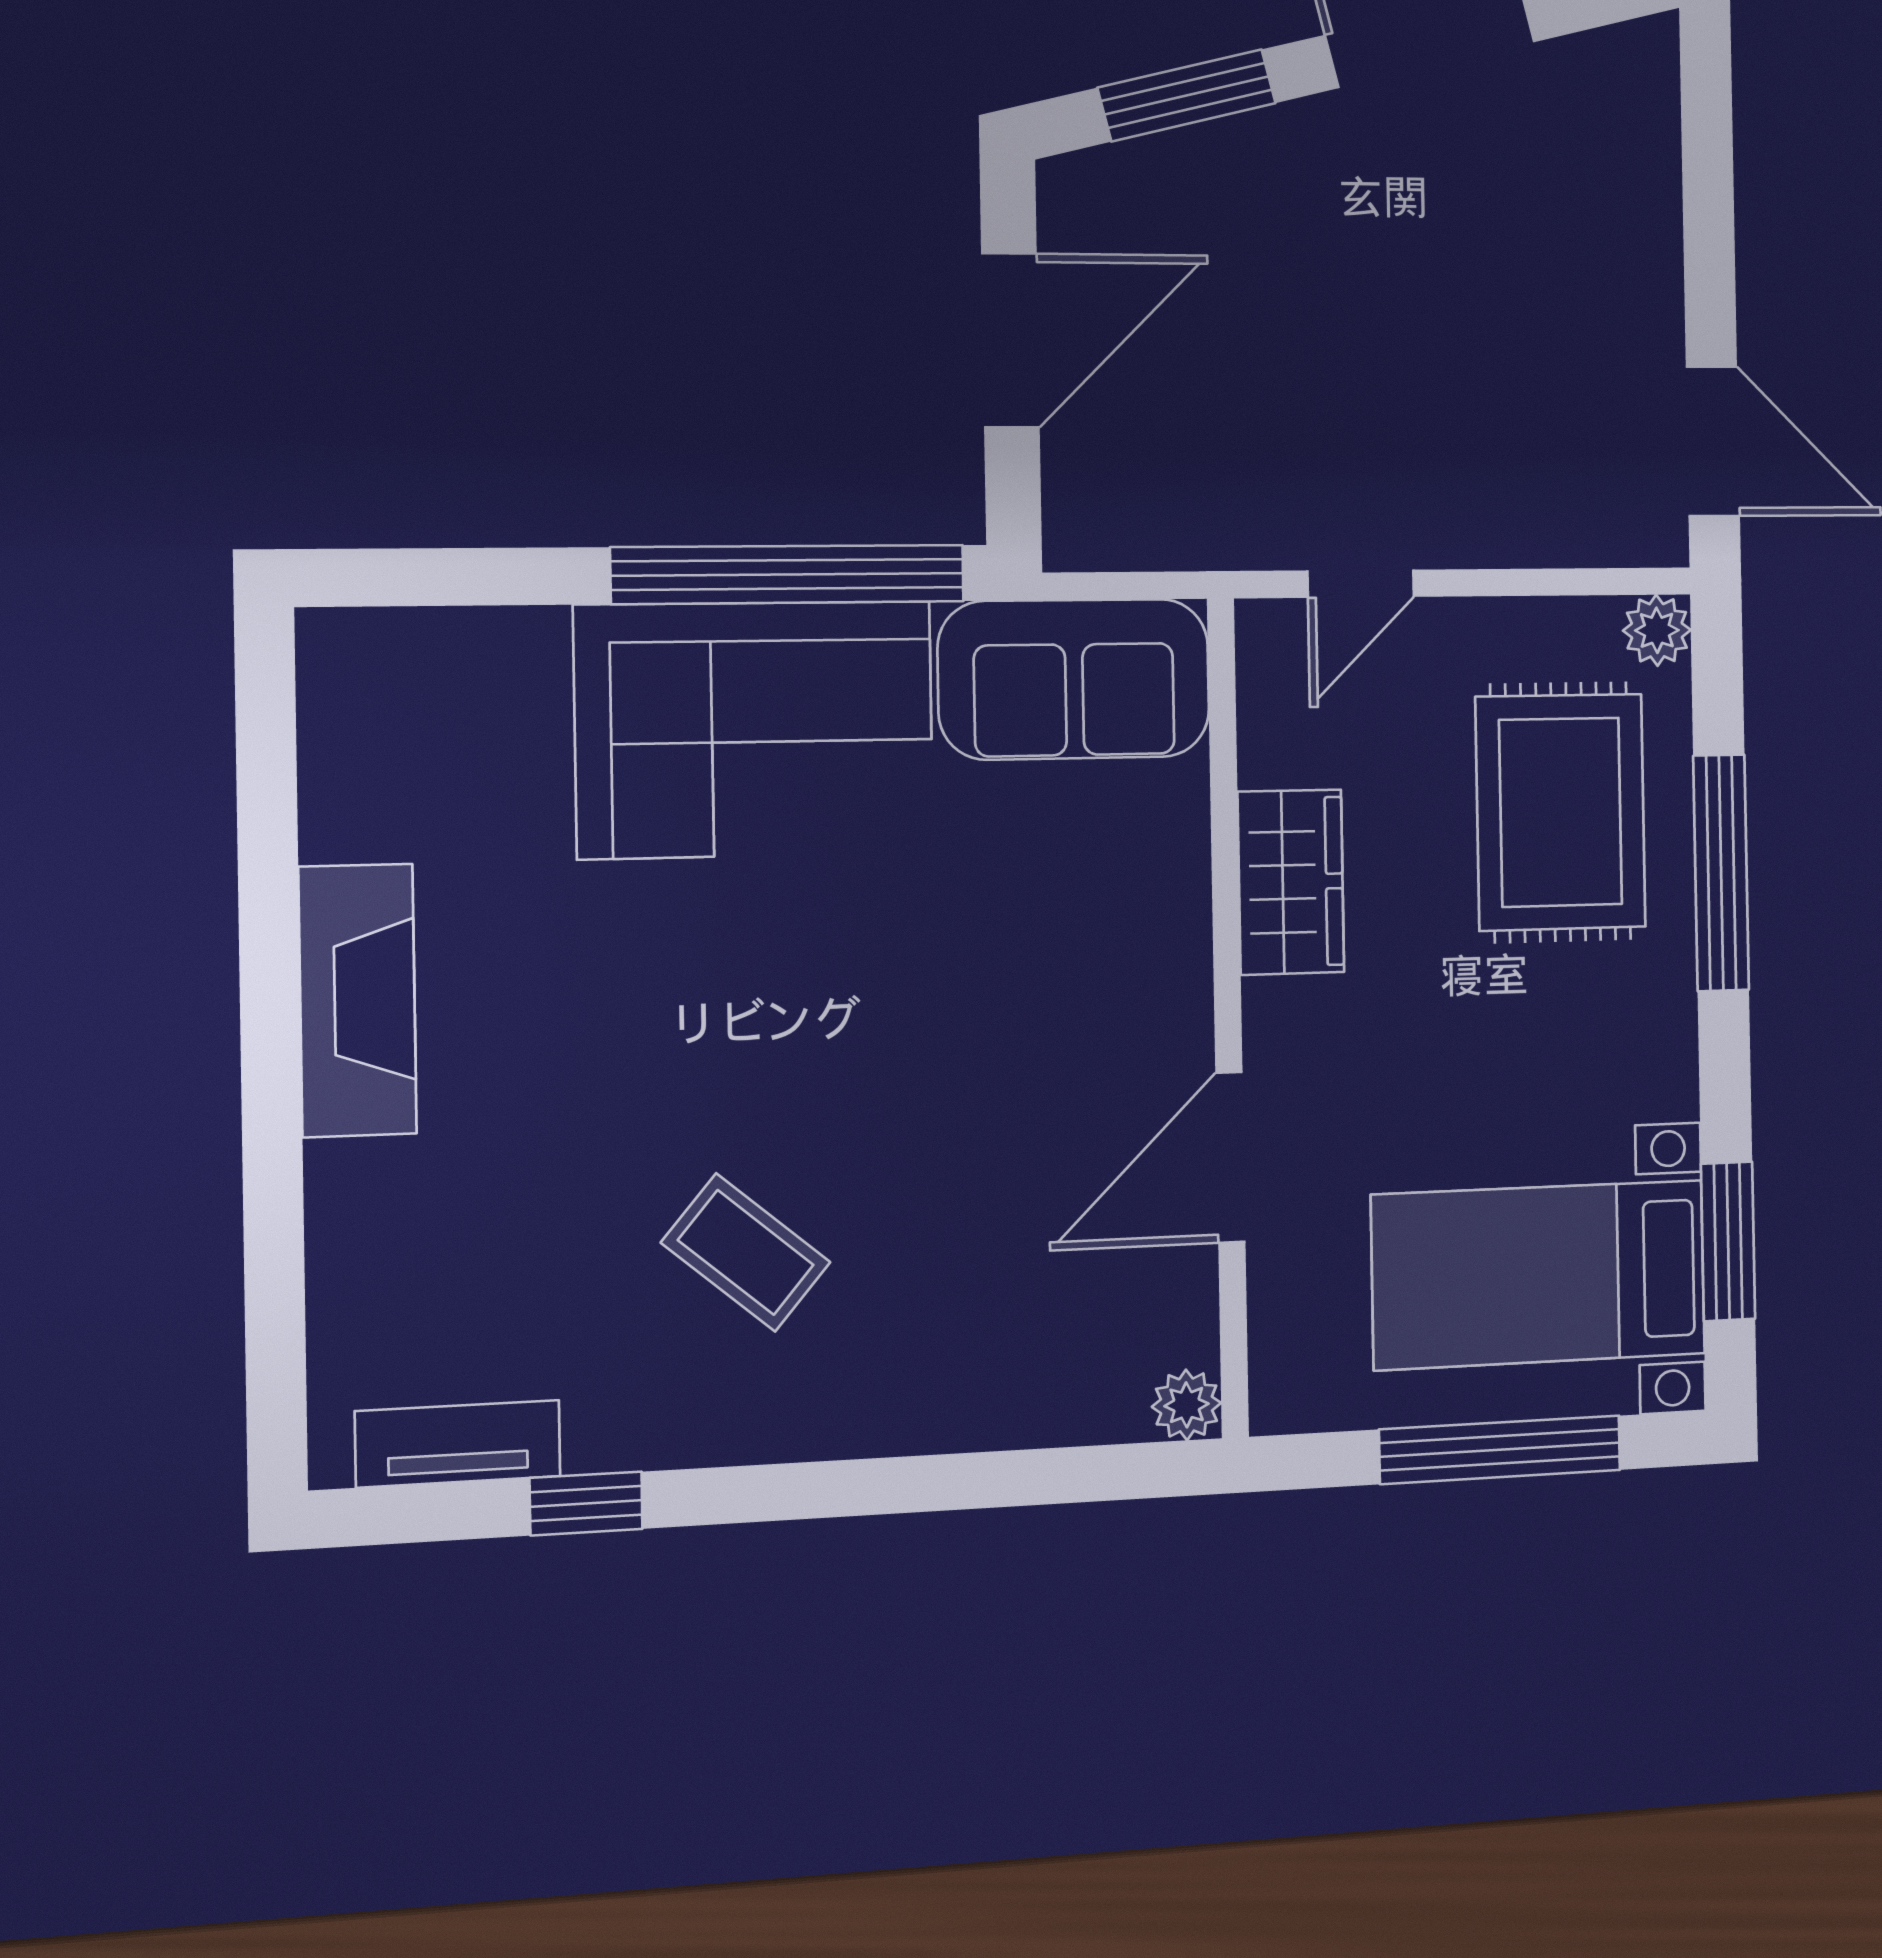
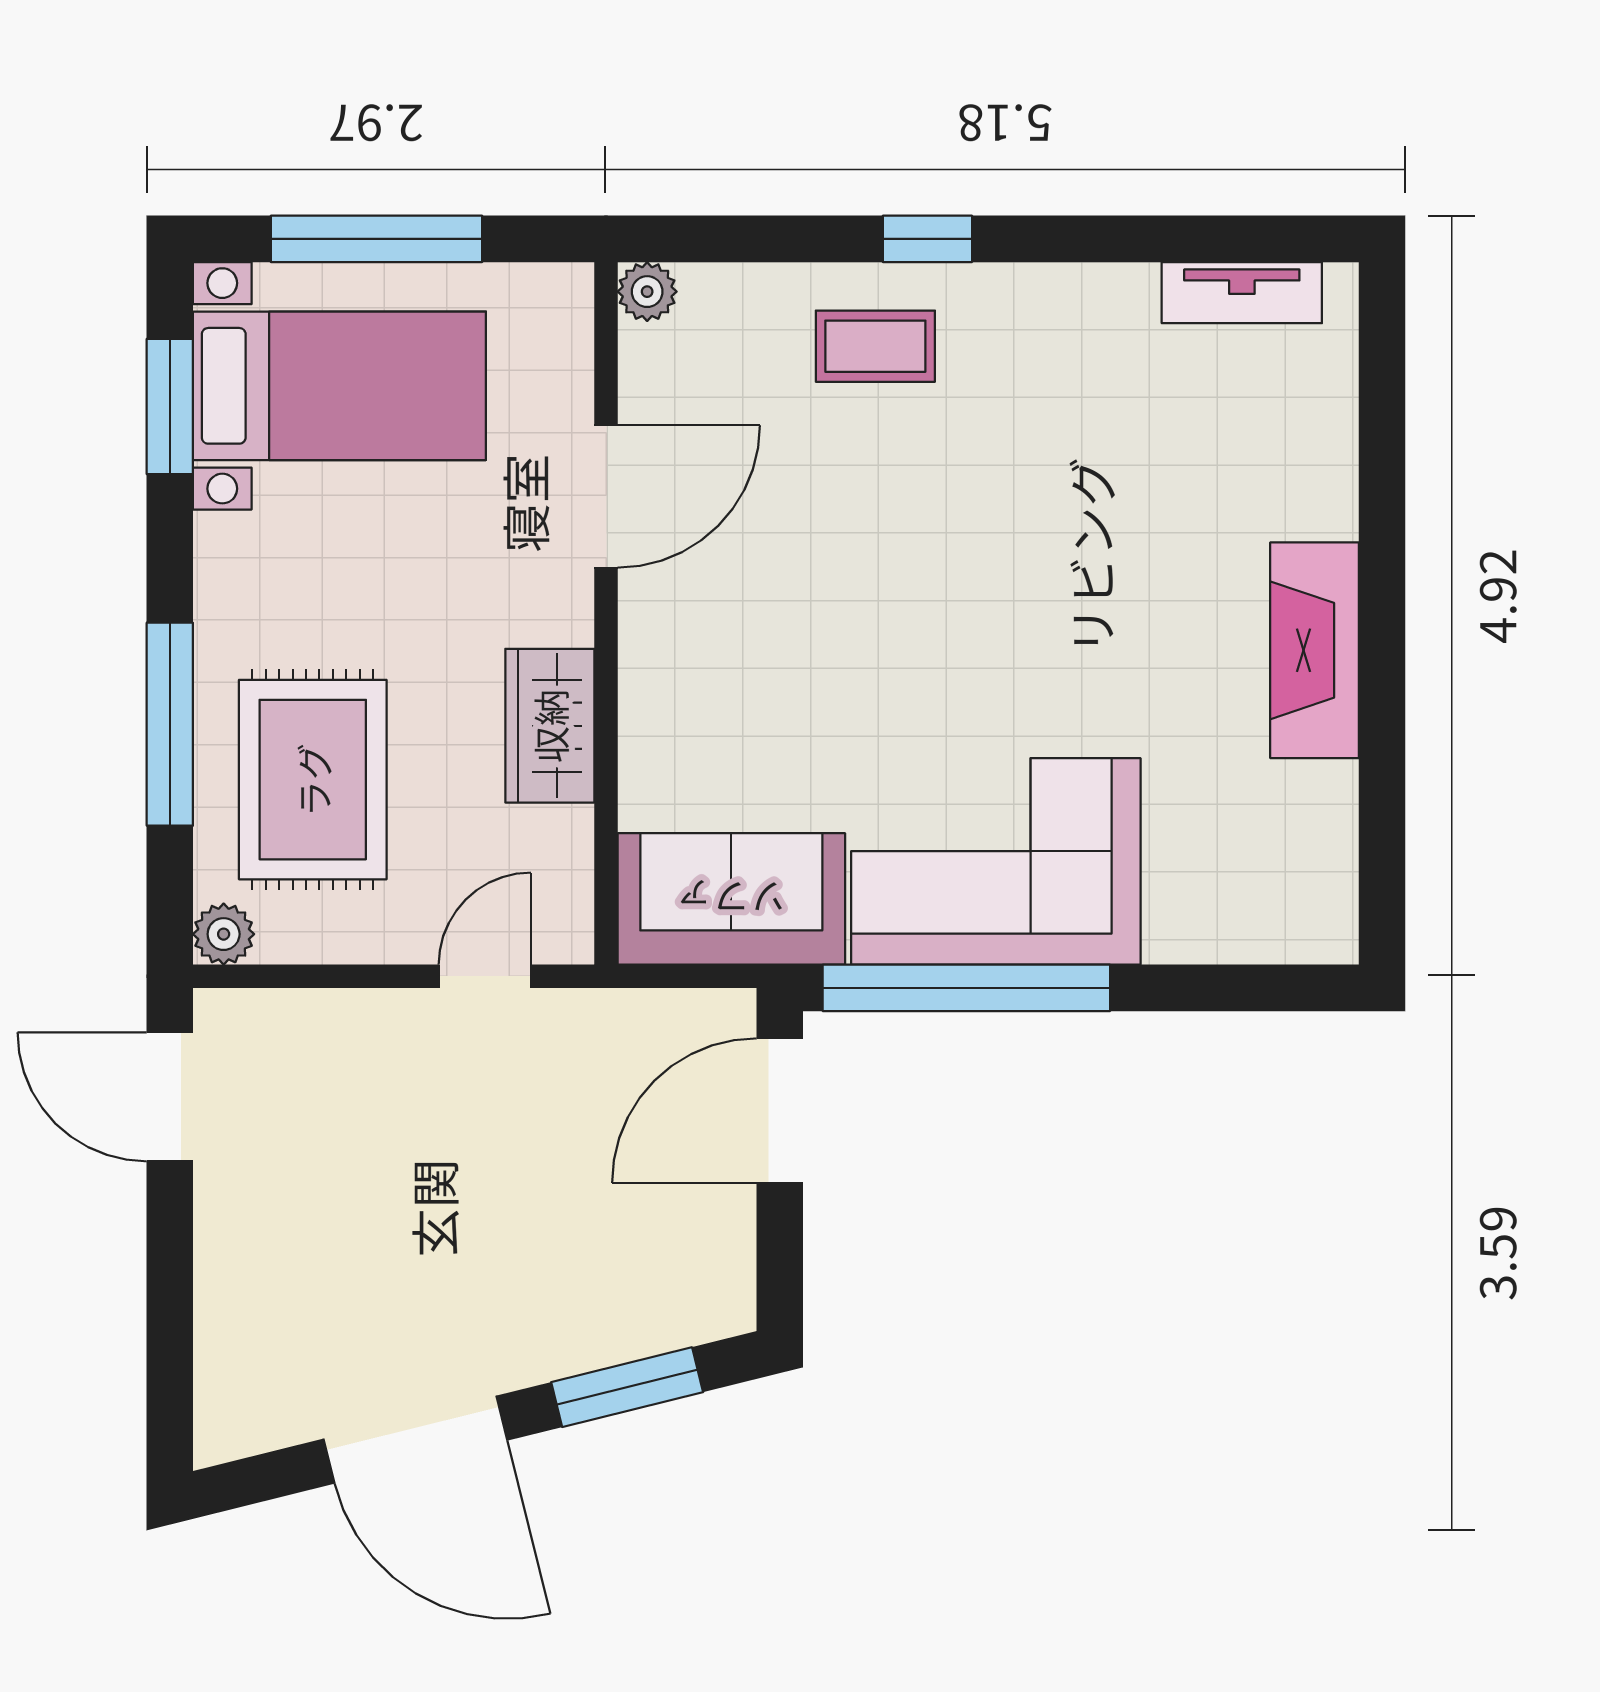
door: (1010, 340) -> (780, 1111), moved
coffee table: (746, 1252) -> (875, 346), moved, turned -40
window: (586, 1503) -> (927, 239), moved

